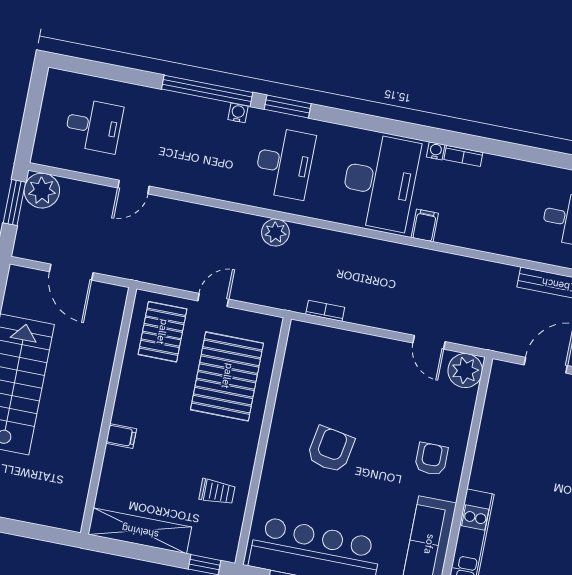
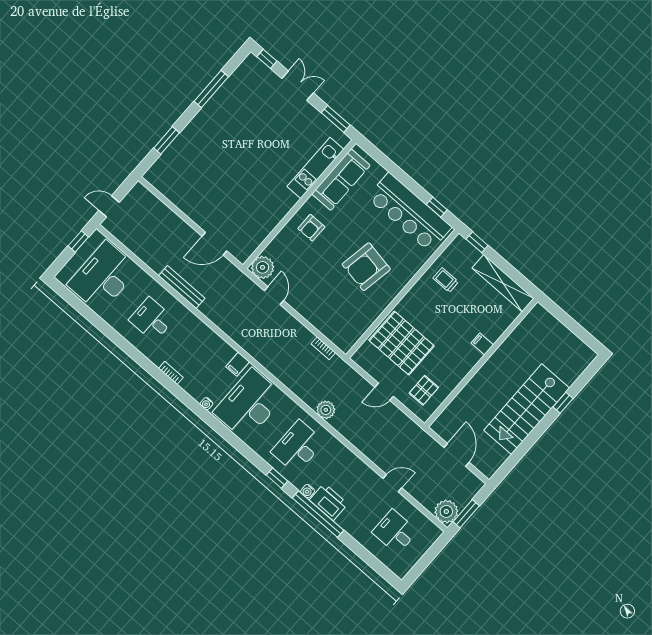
window: (288, 107) -> (277, 478), width x0.67
printer: (203, 115) -> (329, 502), added
bookcase: (463, 156) -> (171, 373), moved
pallet: (162, 332) -> (424, 390), width x0.67, depth x0.71
pallet: (227, 376) -> (402, 343), turned 90
armchair: (331, 449) -> (366, 267), width x1.36, depth x1.36

